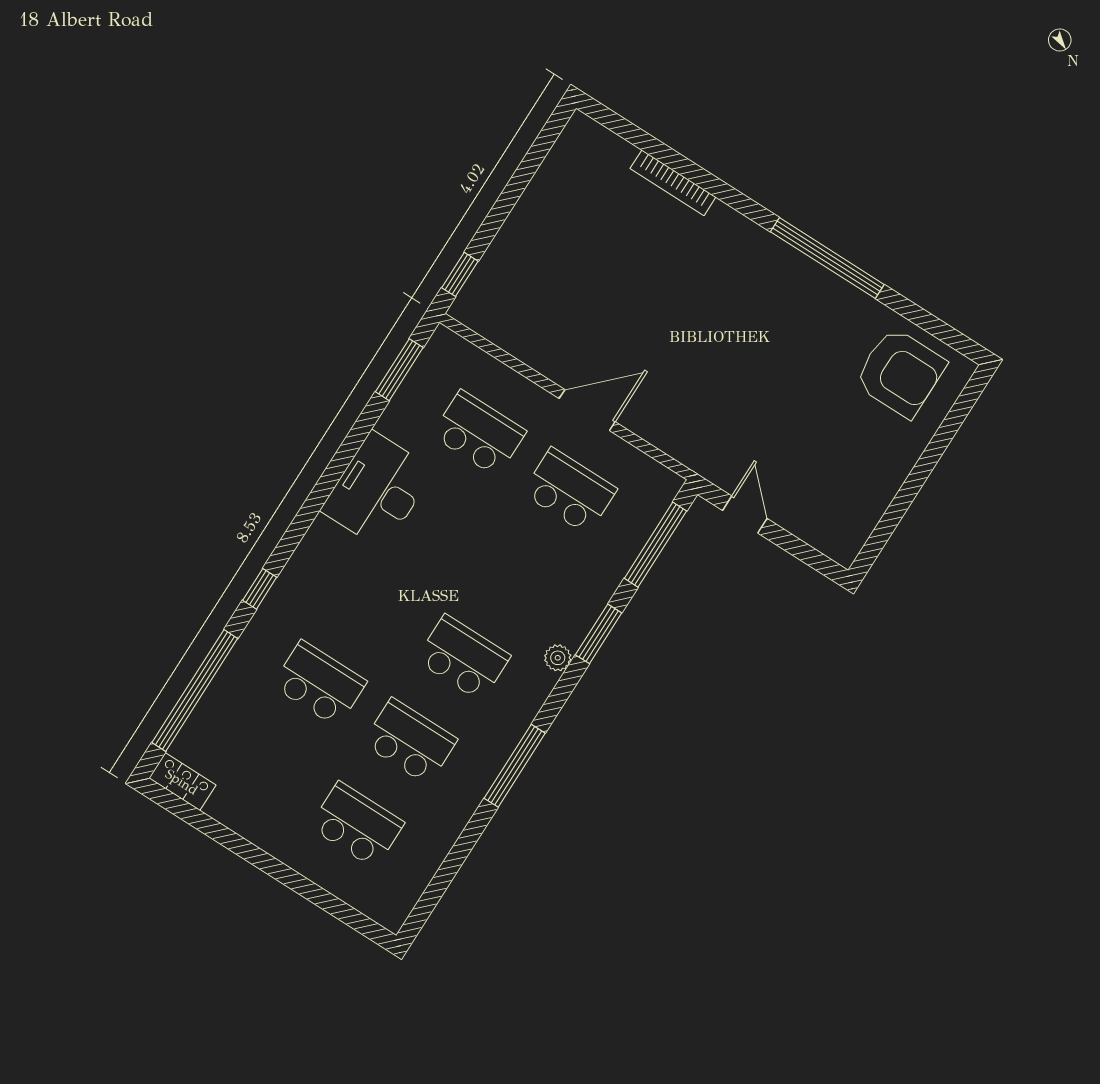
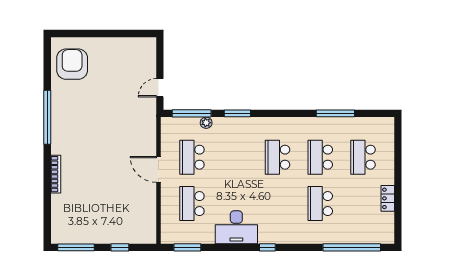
window: (538, 152) -> (76, 247), added
bookcase: (673, 183) -> (56, 174), moved
window: (460, 274) -> (120, 247), moved
window: (260, 589) -> (267, 247), moved
plant: (558, 658) -> (206, 123), moved
window: (515, 766) -> (335, 113), moved
locker: (182, 782) -> (388, 198), moved

